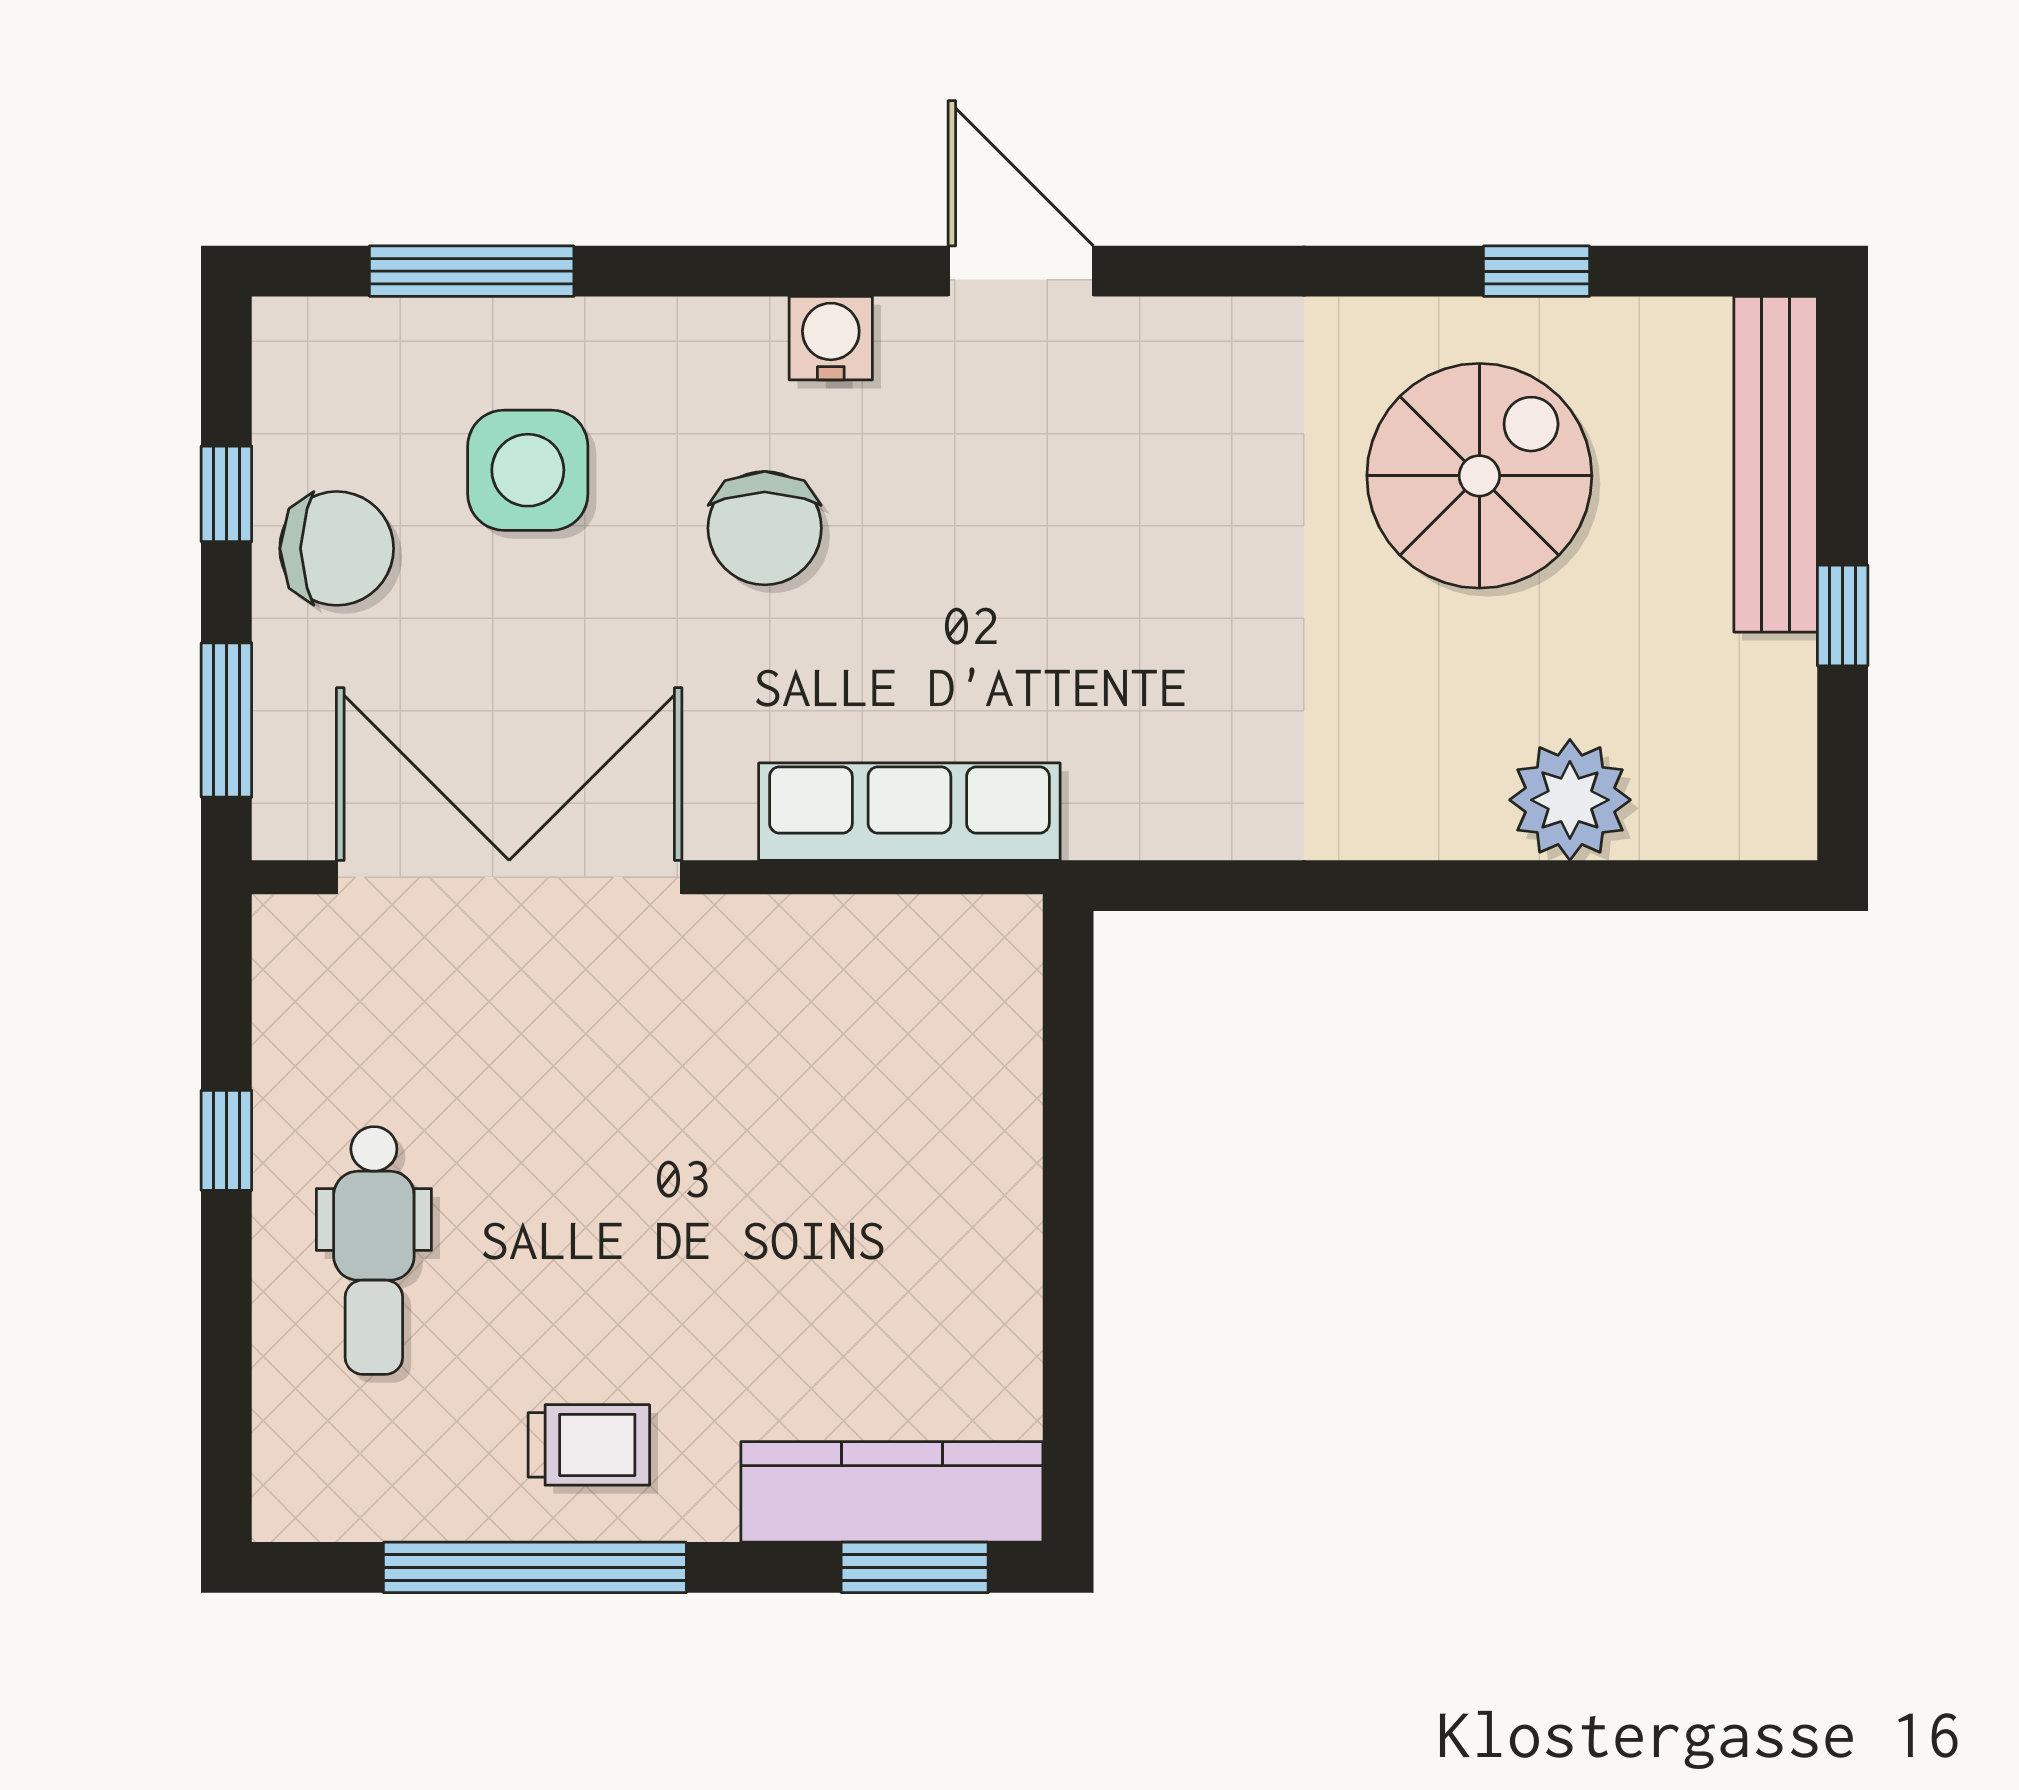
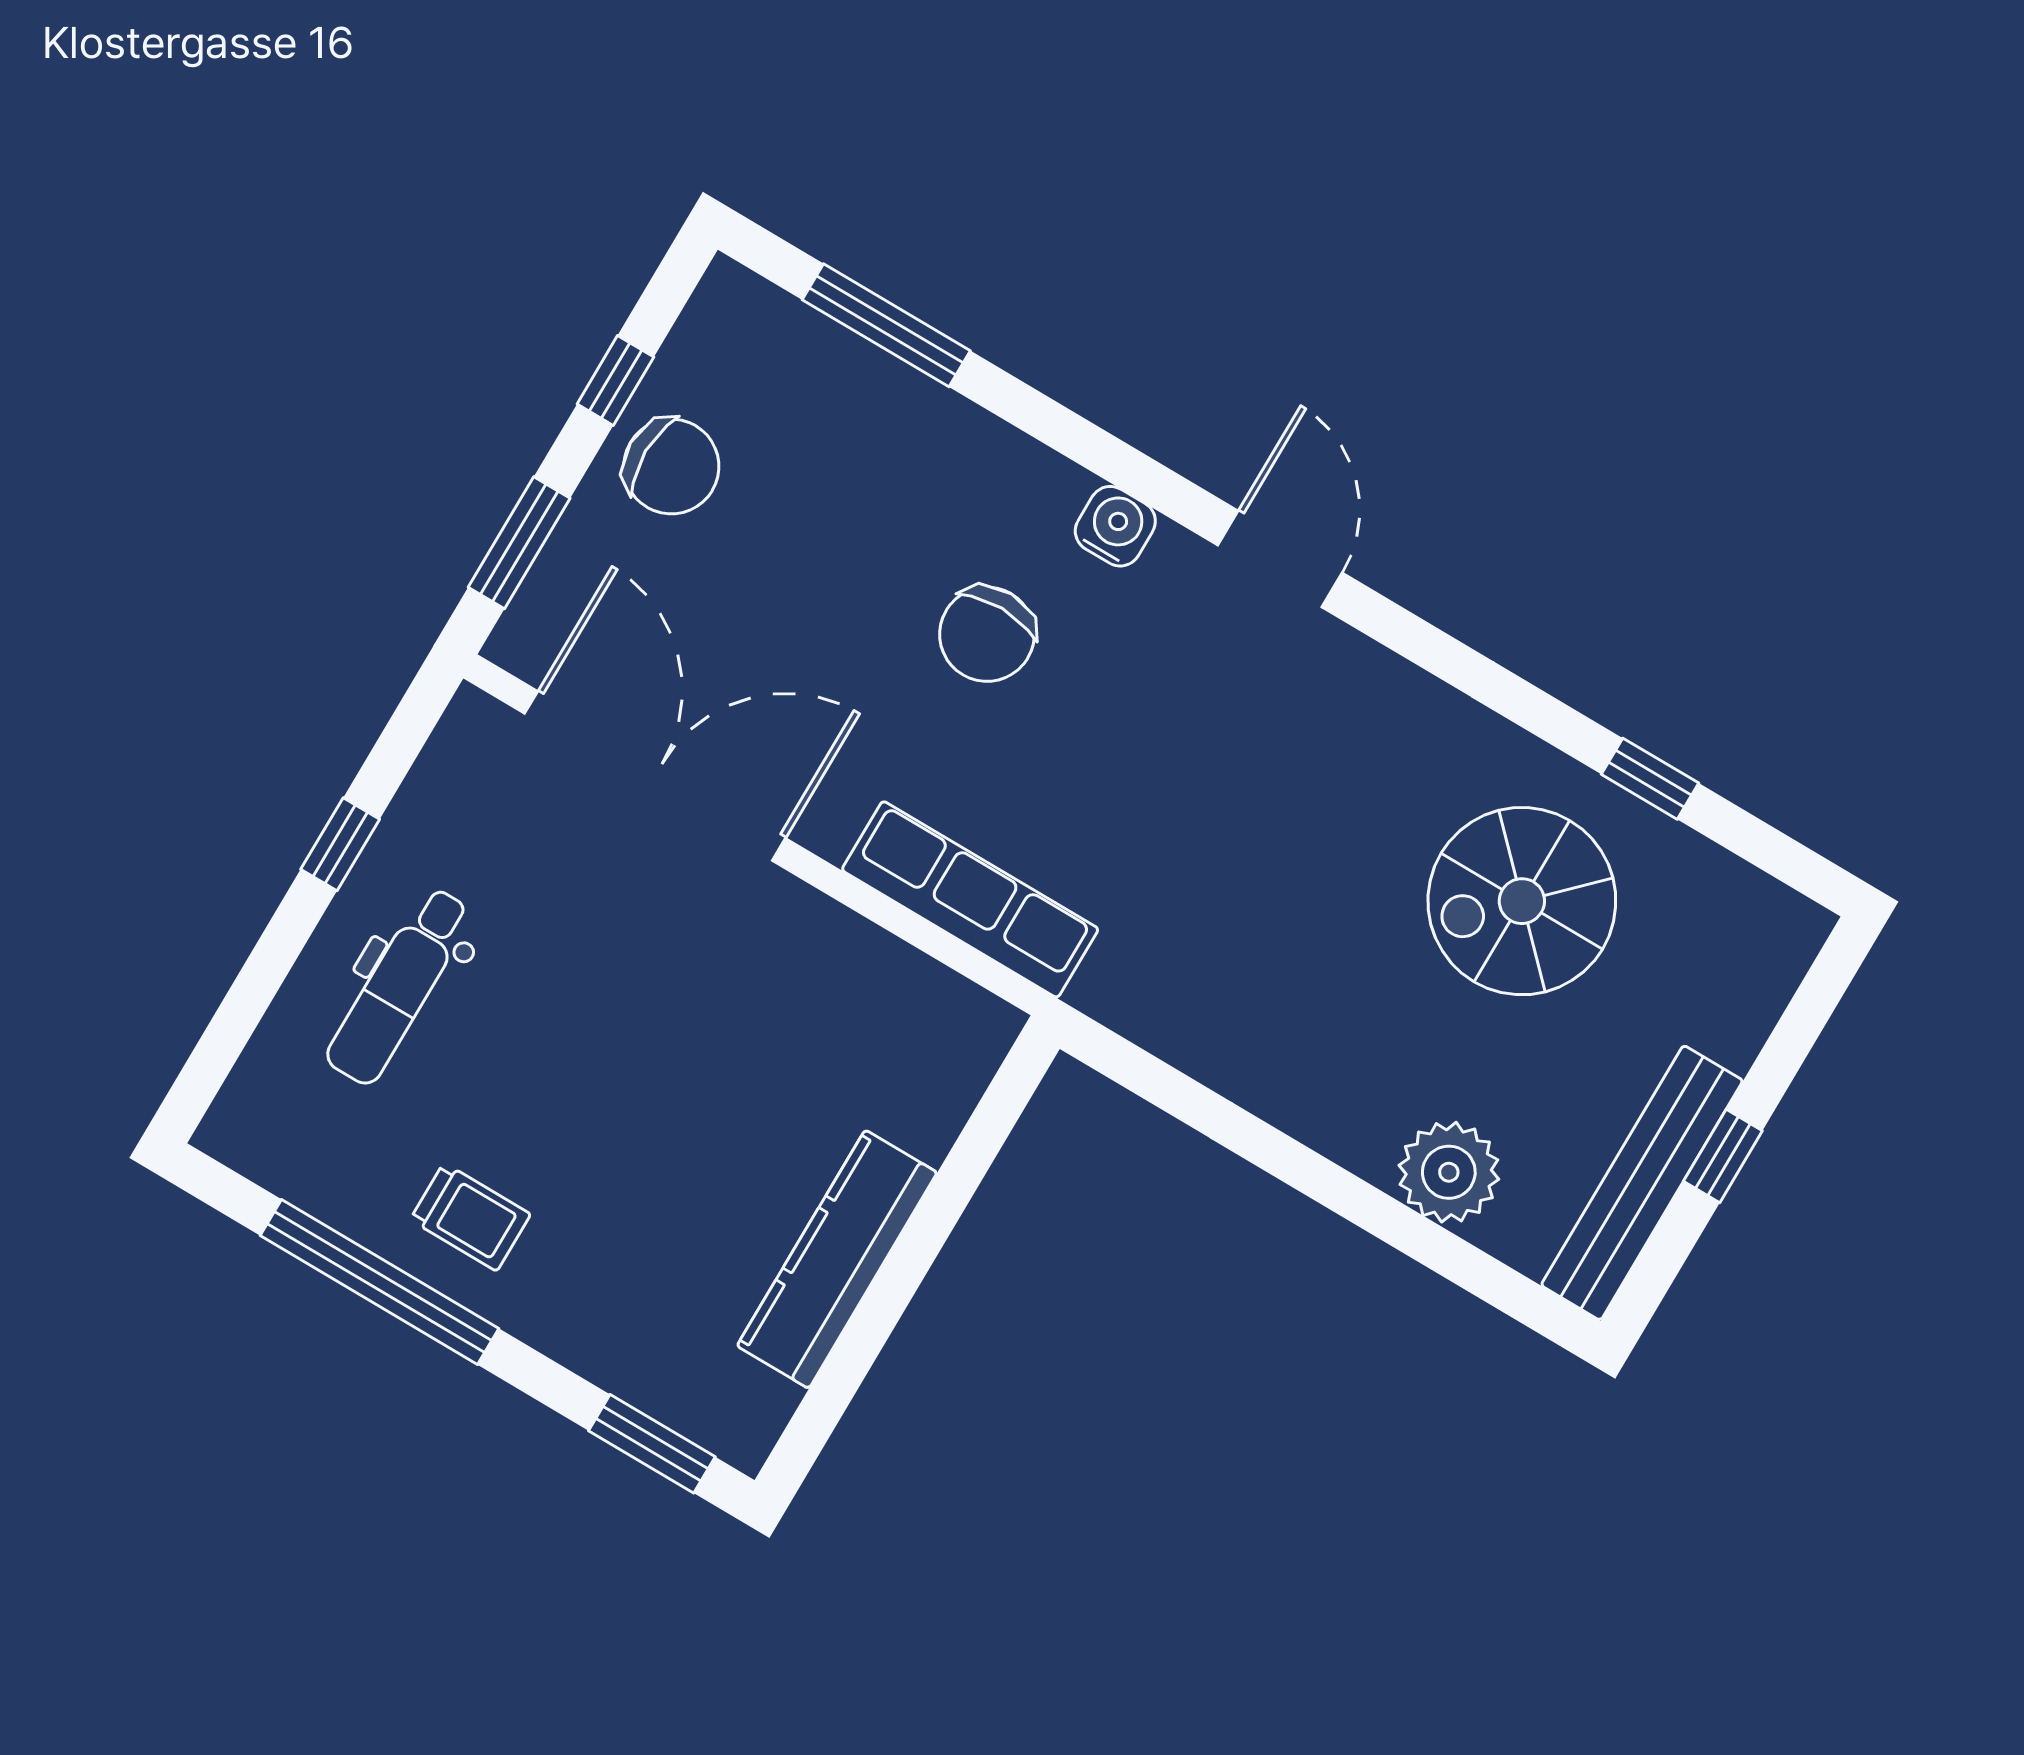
bench: (1776, 464) -> (1642, 1183), moved
side table: (528, 470) -> (842, 492), removed
spiral stairs: (1479, 476) -> (1522, 901), turned 180
kitchen counter: (892, 1492) -> (837, 1259), moved, turned -90

